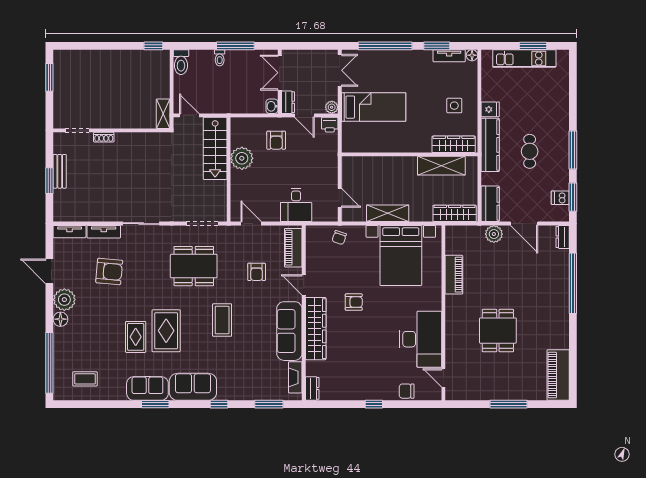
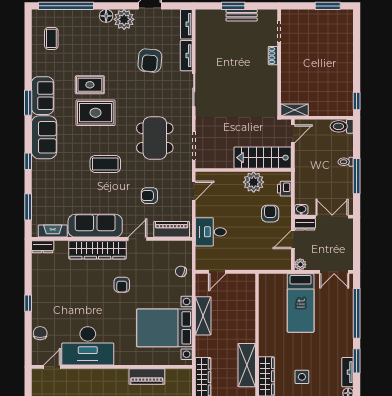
printer: (330, 125) -> (284, 189), moved
armchair: (276, 140) -> (270, 214), turned 90

